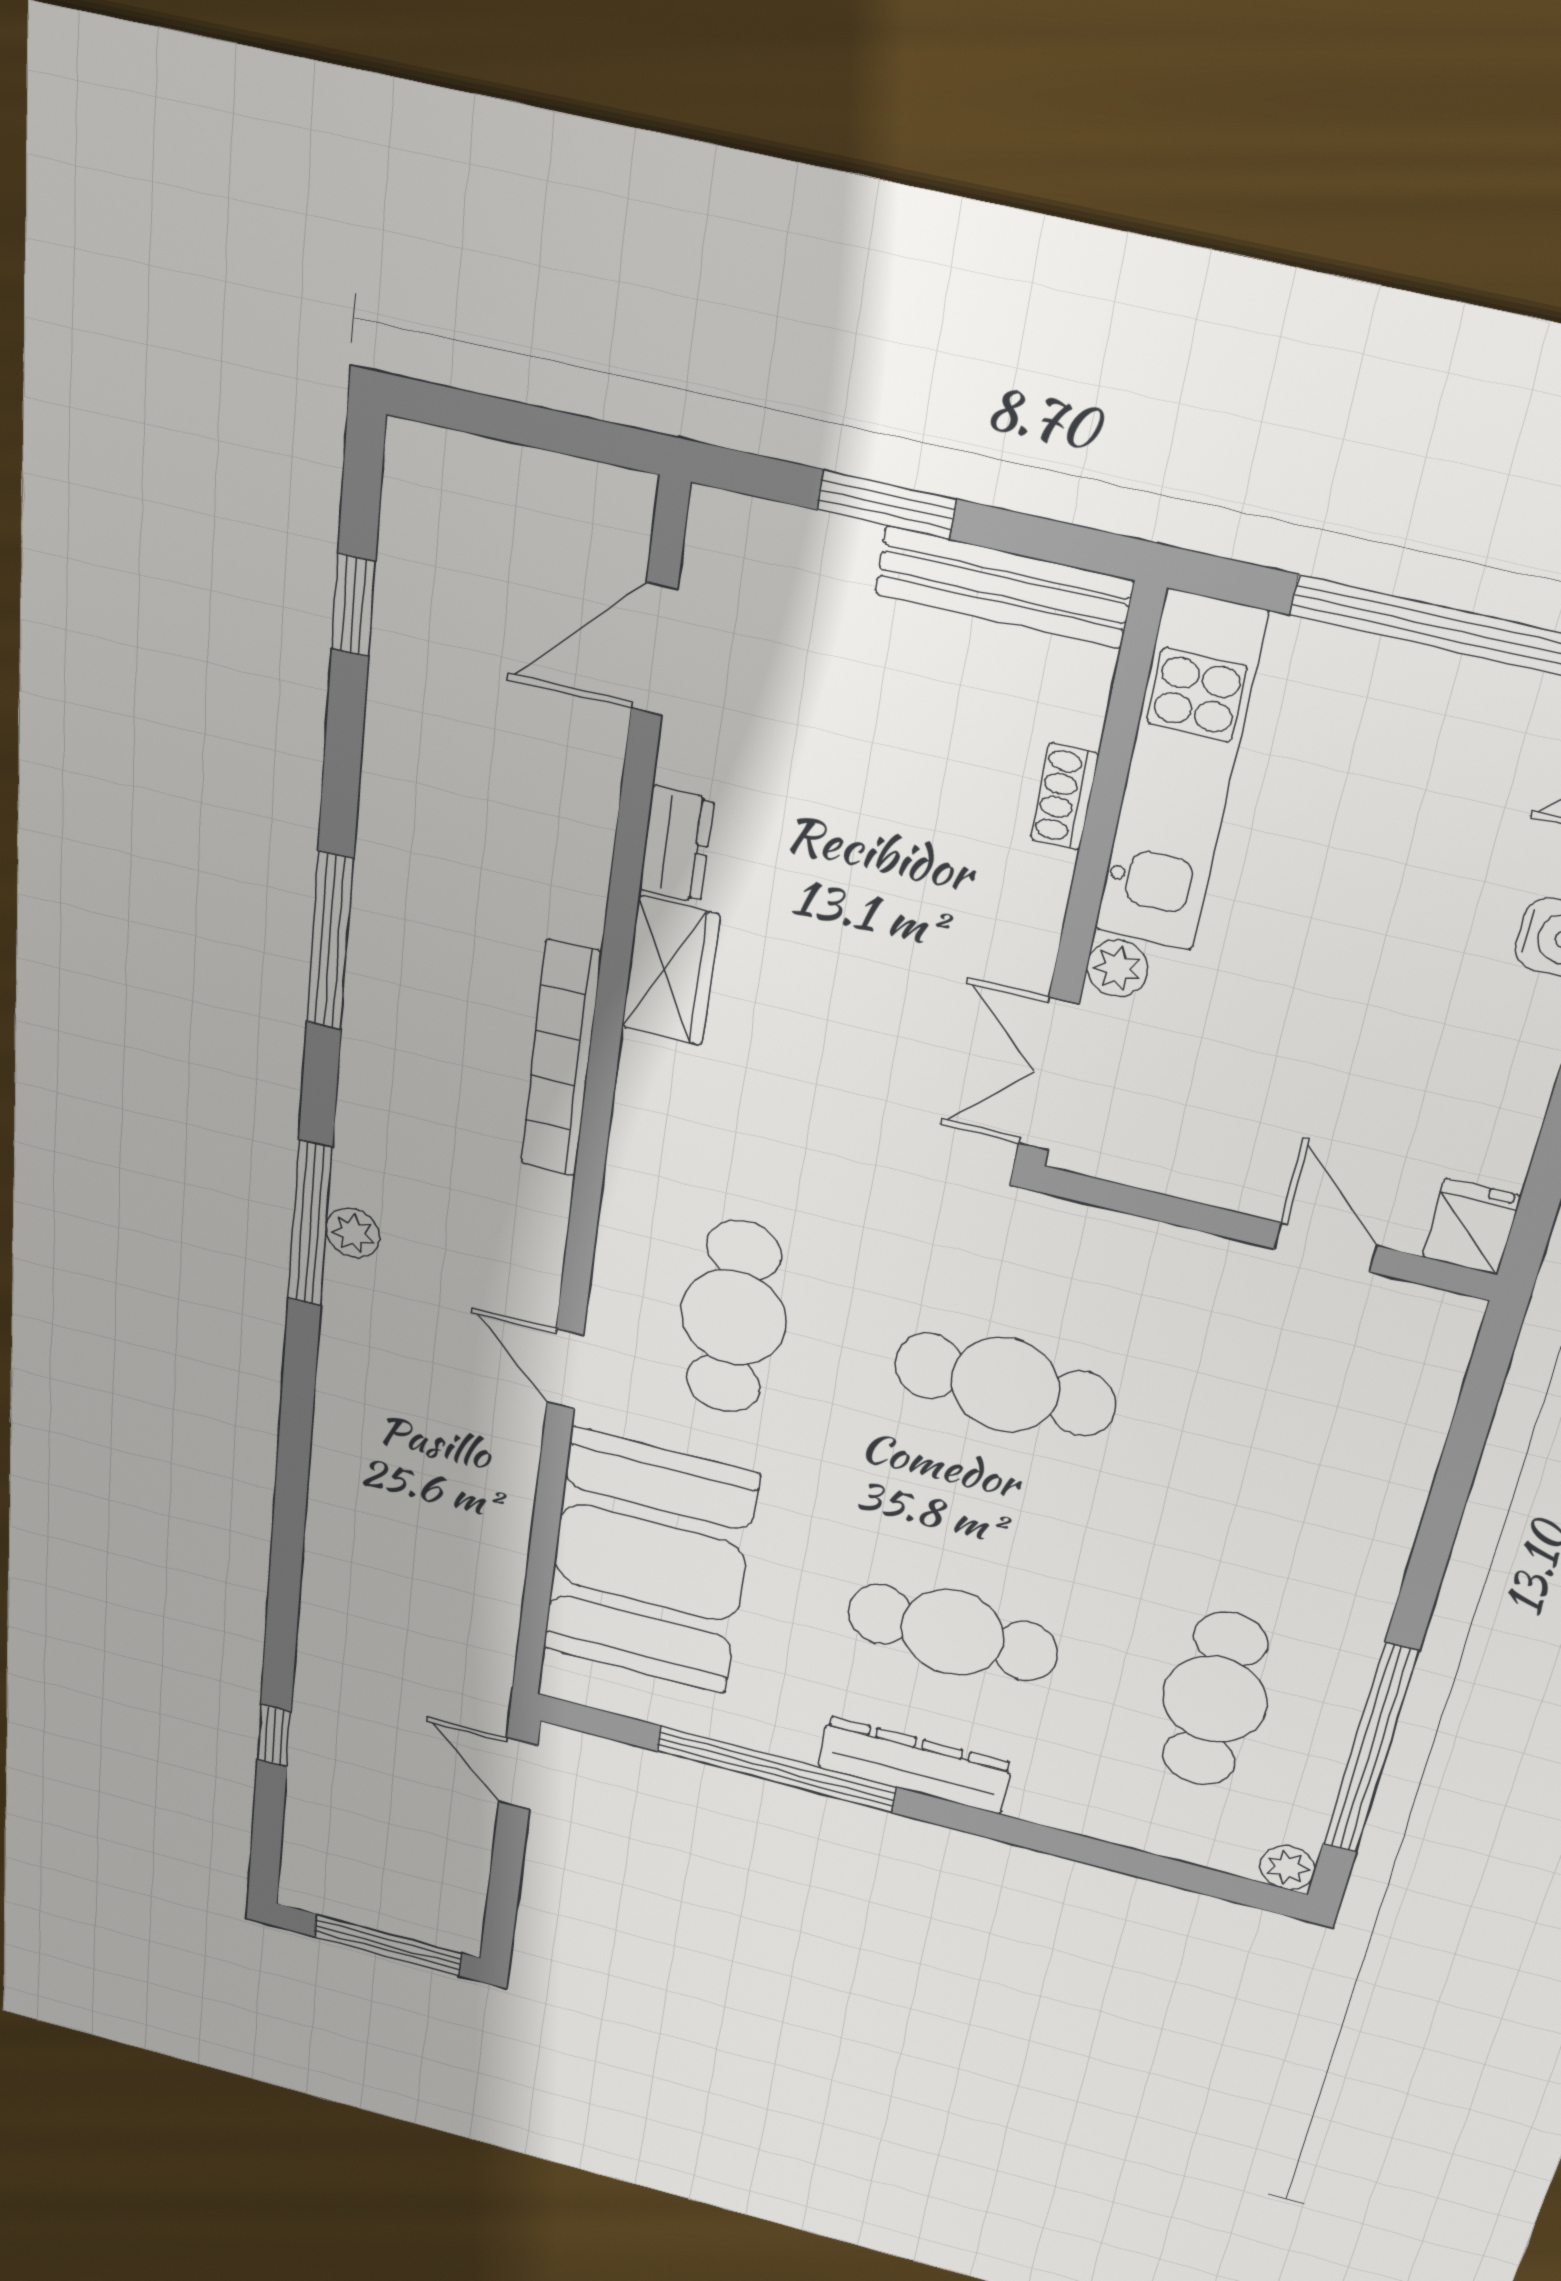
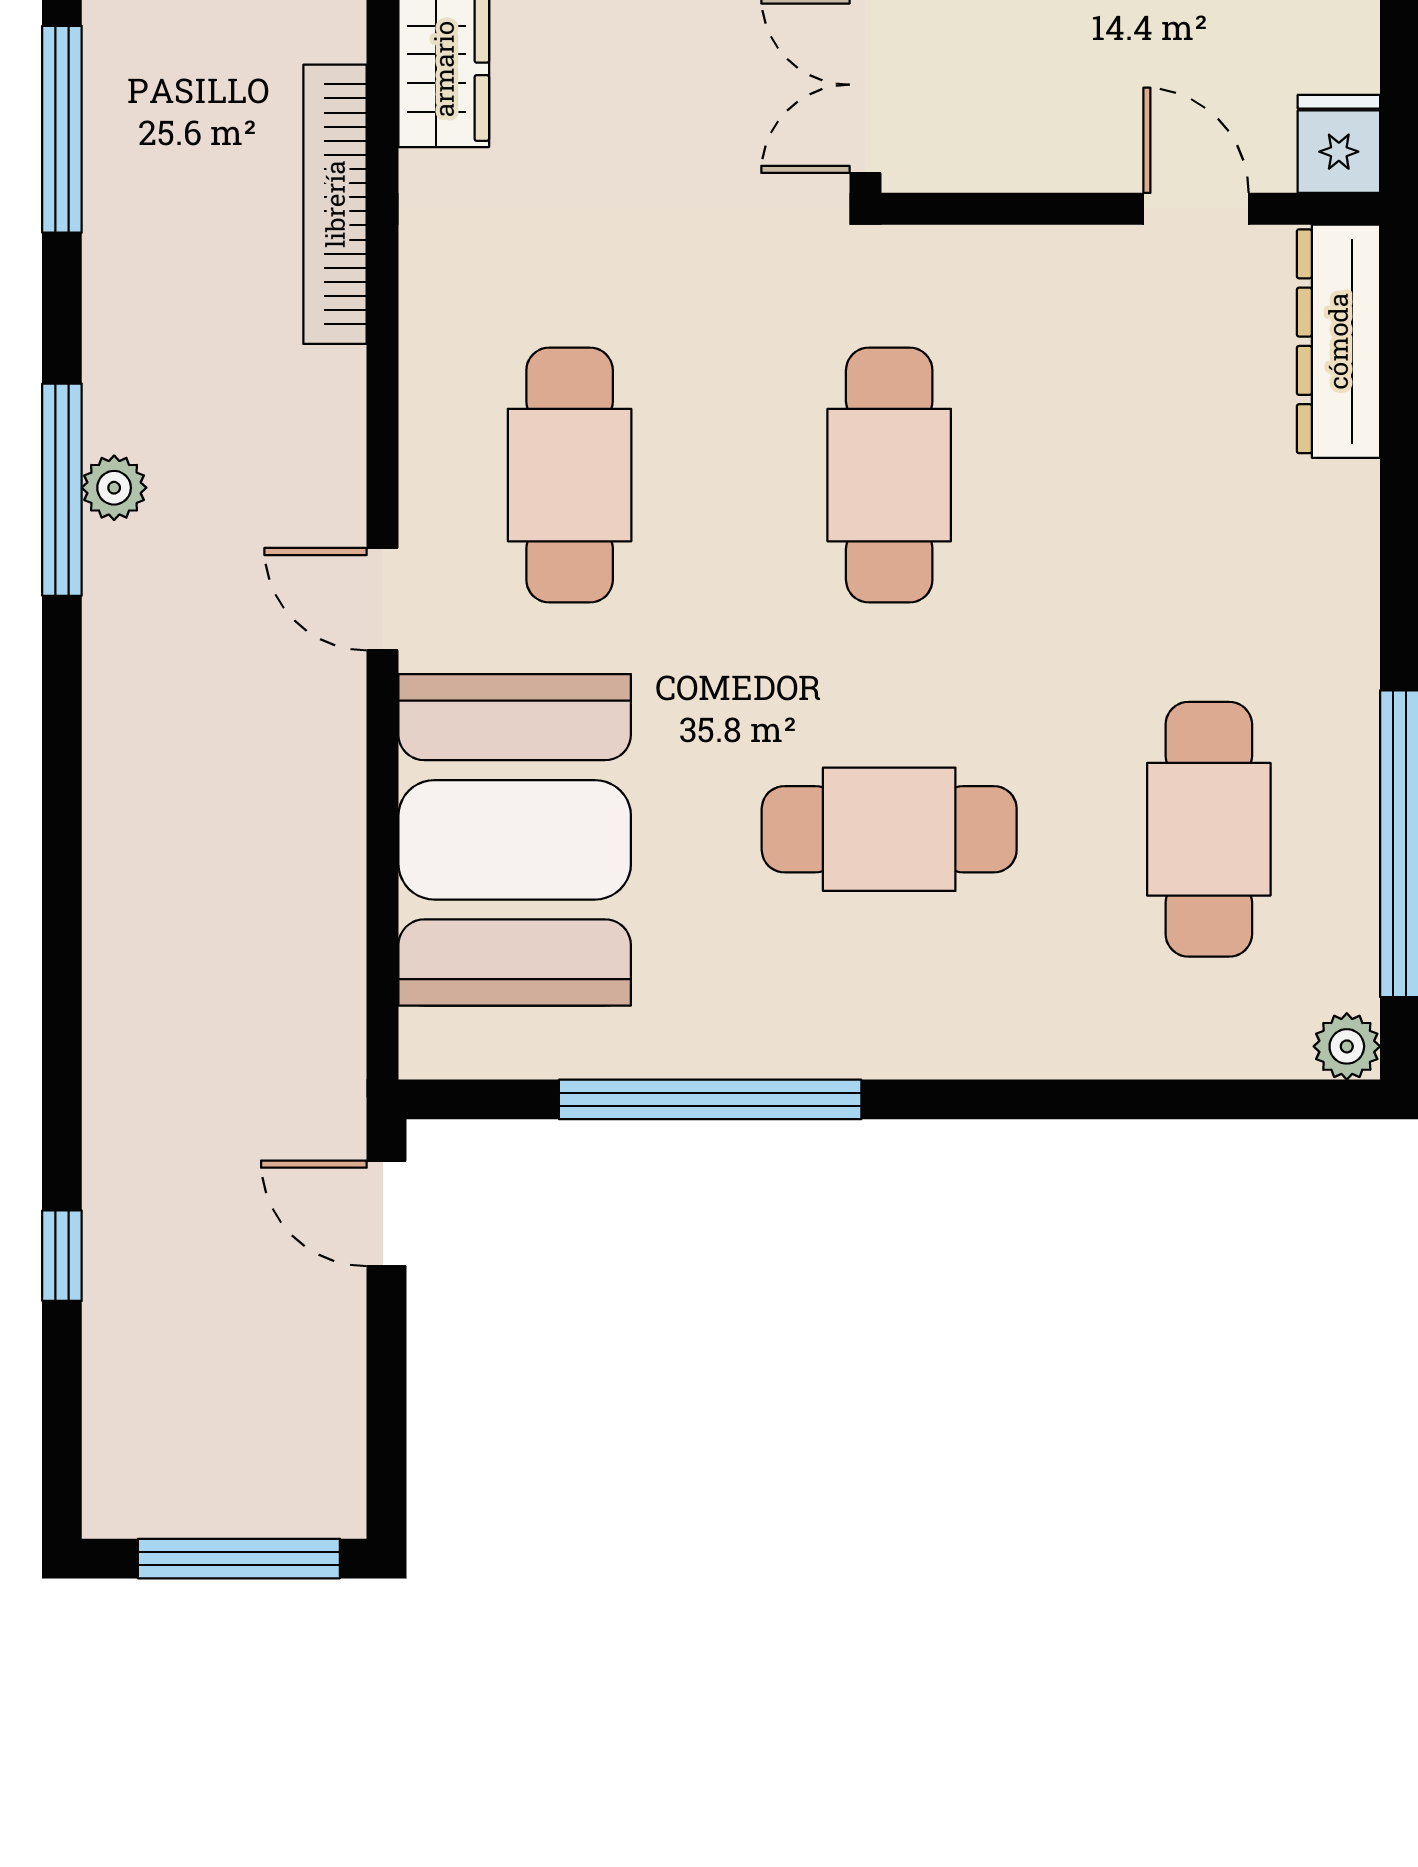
cafe table: (1005, 1385) -> (889, 475), turned 90
dresser: (915, 1765) -> (1338, 341), moved, turned -90

